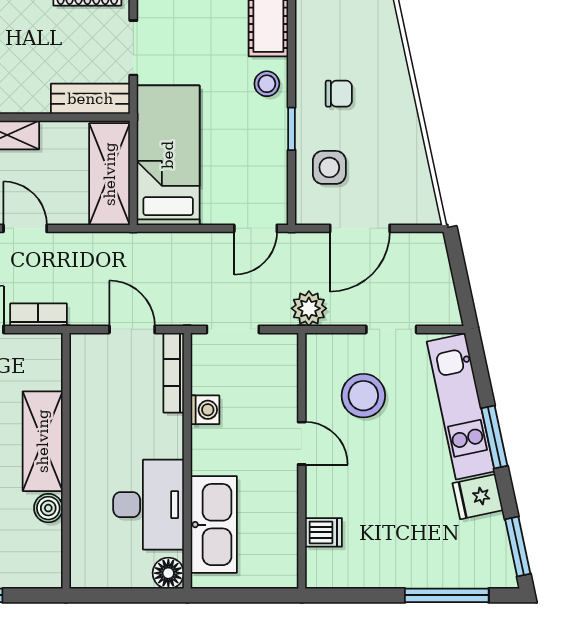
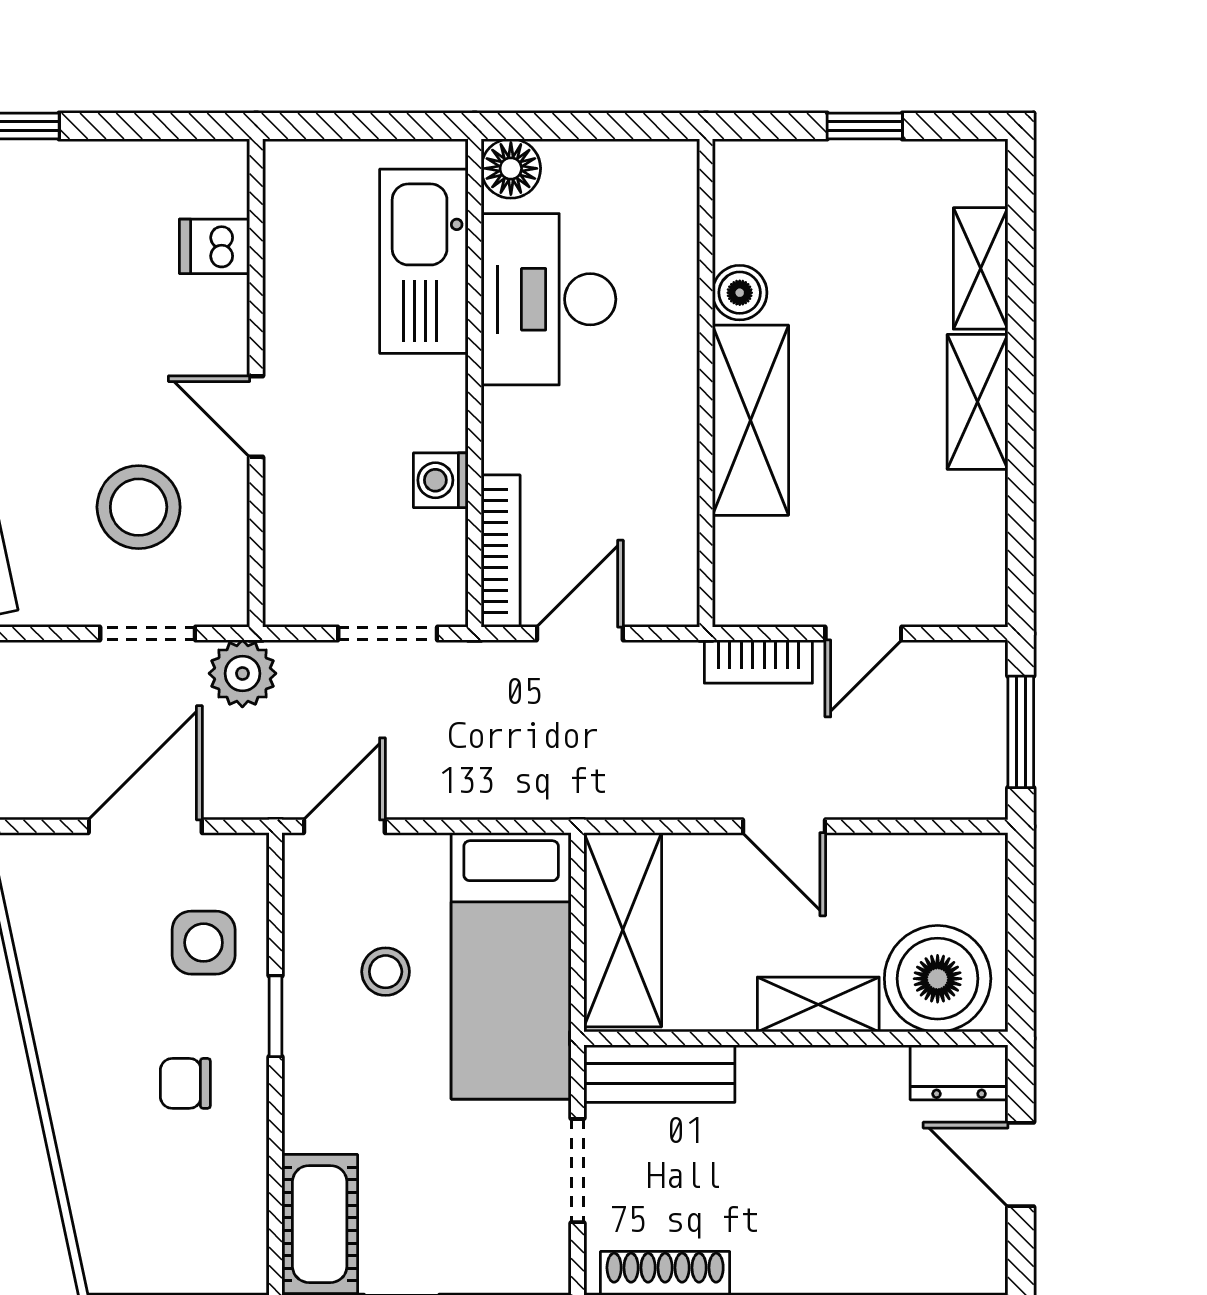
stool: (267, 84) -> (386, 972), moved
door: (132, 329) -> (580, 634), swing flipped
doorway: (391, 329) -> (148, 634), moved

